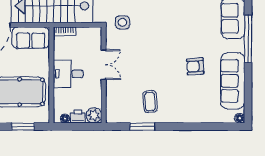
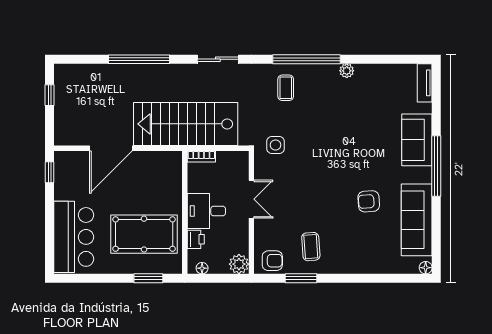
sofa: (31, 38) -> (158, 165), removed
armchair: (120, 113) -> (272, 261), added
printer: (78, 117) -> (196, 239), moved, turned 90

